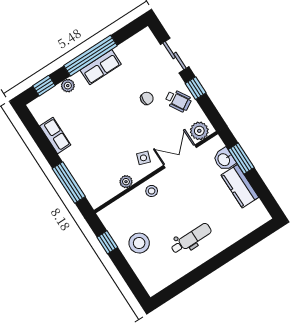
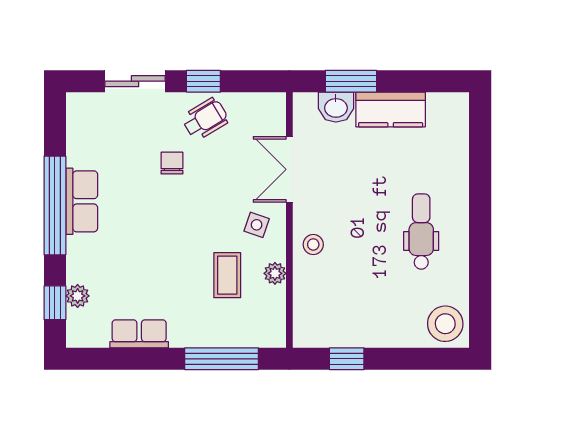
plant: (68, 86) -> (78, 296), moved
plant: (199, 131) -> (270, 117), removed
coffee table: (110, 159) -> (227, 275), added
stool: (139, 243) -> (445, 324), moved

